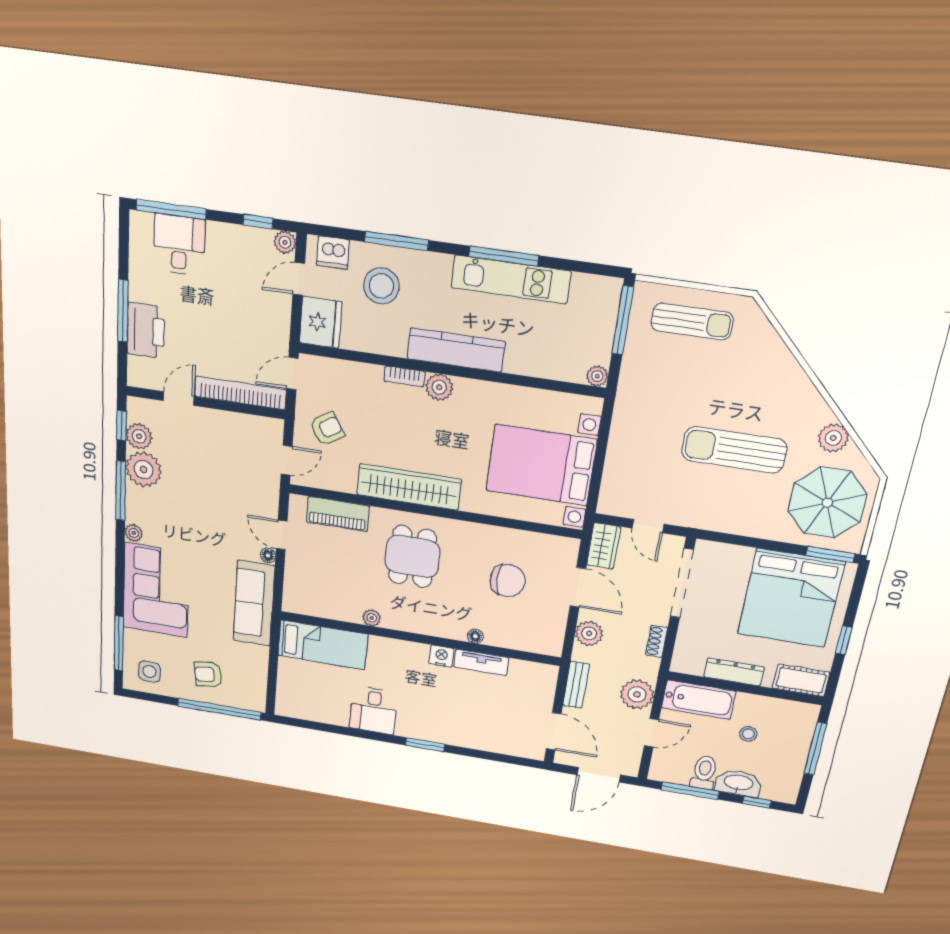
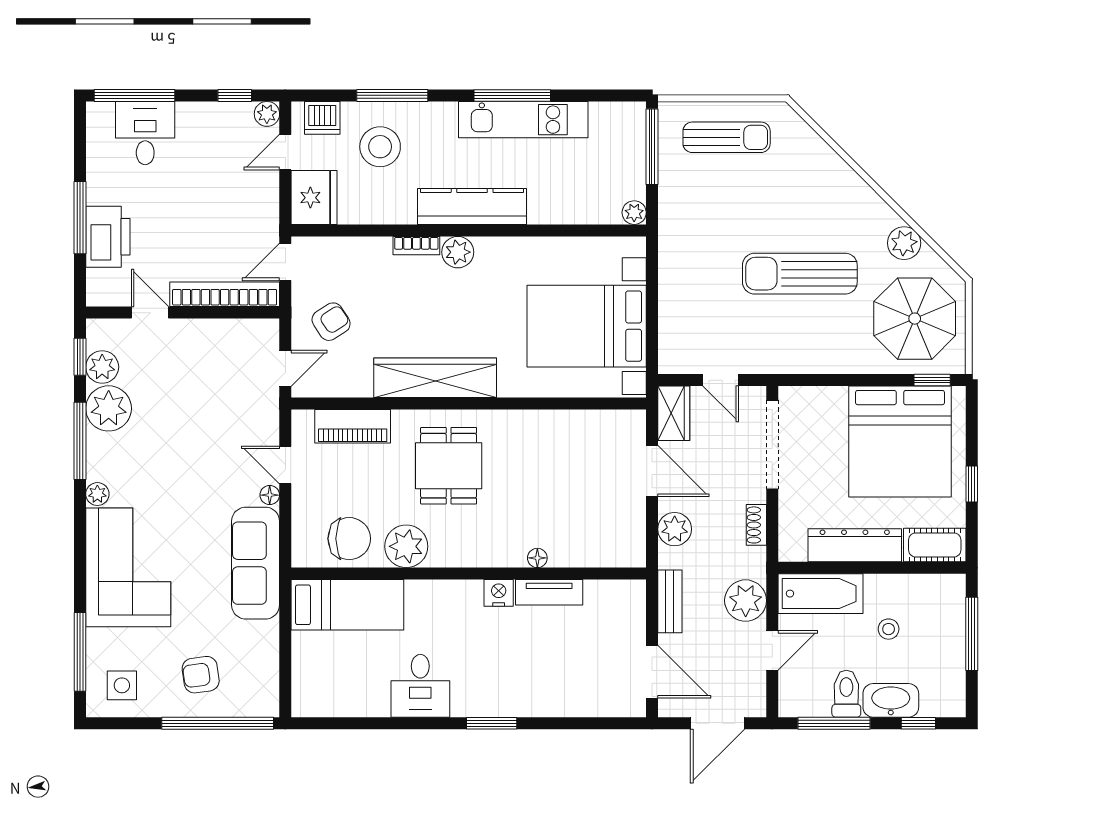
door: (179, 399) -> (150, 313), hinge flipped
window: (830, 555) -> (932, 380), width x0.67
chair: (508, 580) -> (349, 539), moved
plant: (372, 618) -> (406, 546), width x1.88, depth x1.88
dresser: (734, 672) -> (855, 545), width x1.37, depth x1.24

